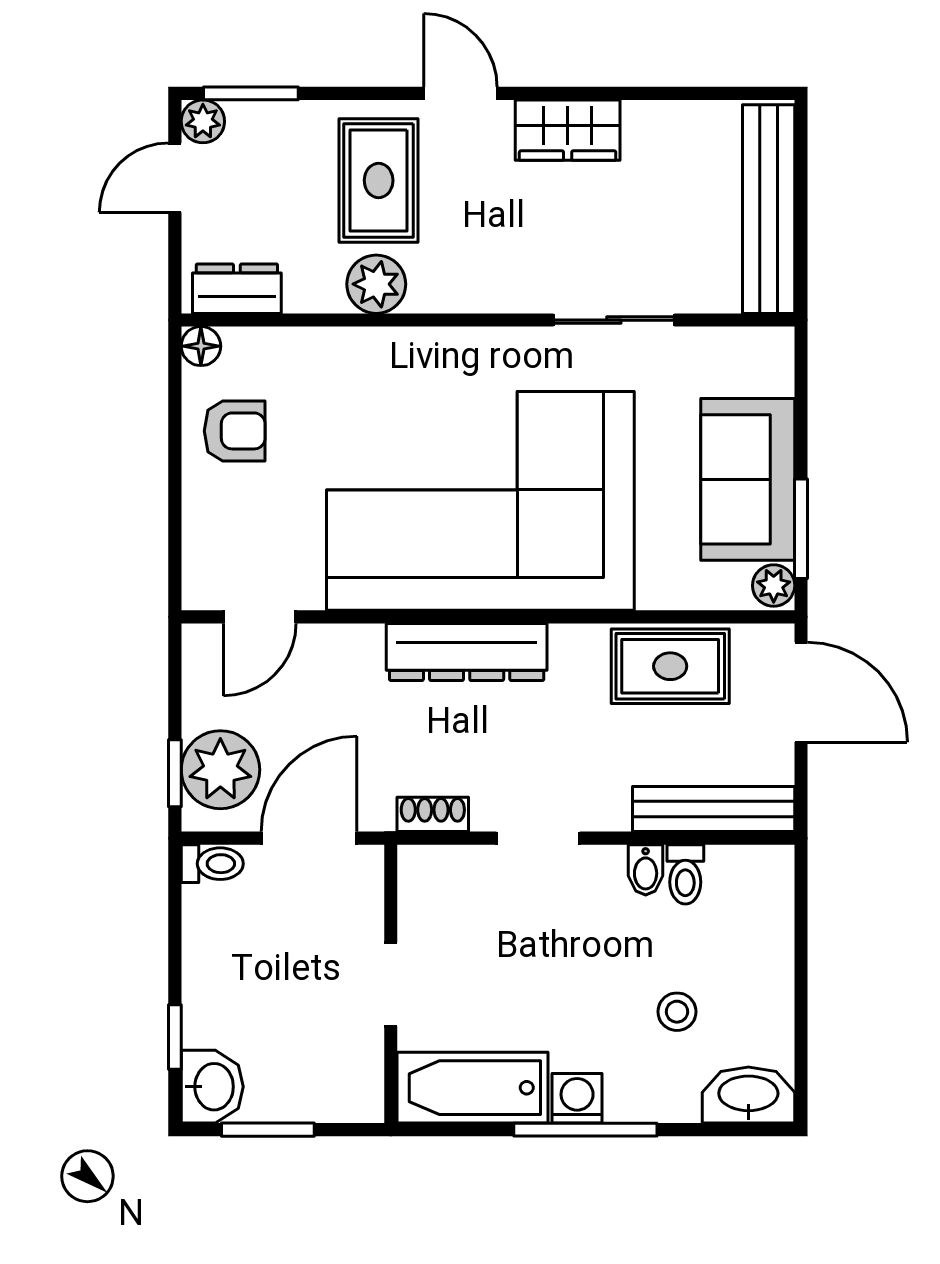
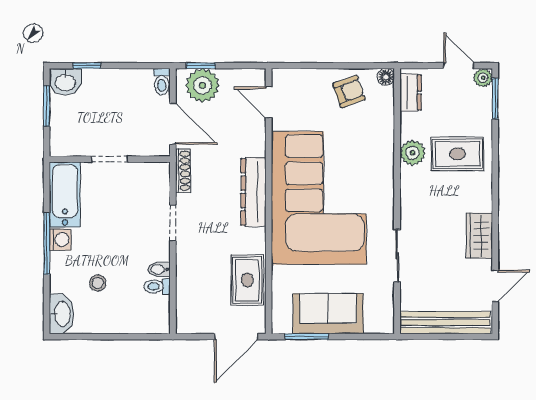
door: (461, 93) -> (495, 286), moved
armchair: (235, 431) -> (349, 92), turned -110
plant: (774, 586) -> (282, 325), removed
bench: (714, 809) -> (185, 299), removed
shoe rack: (433, 814) -> (183, 171), width x1.43

